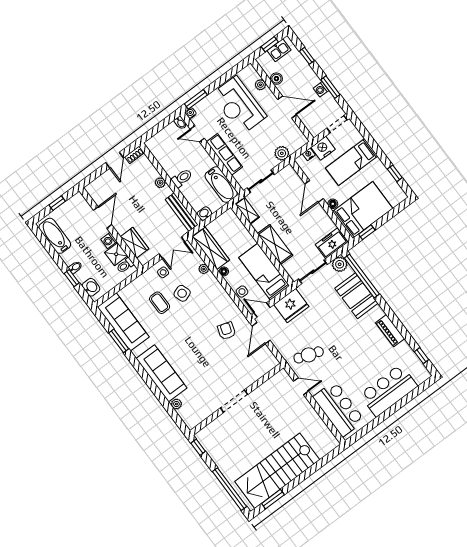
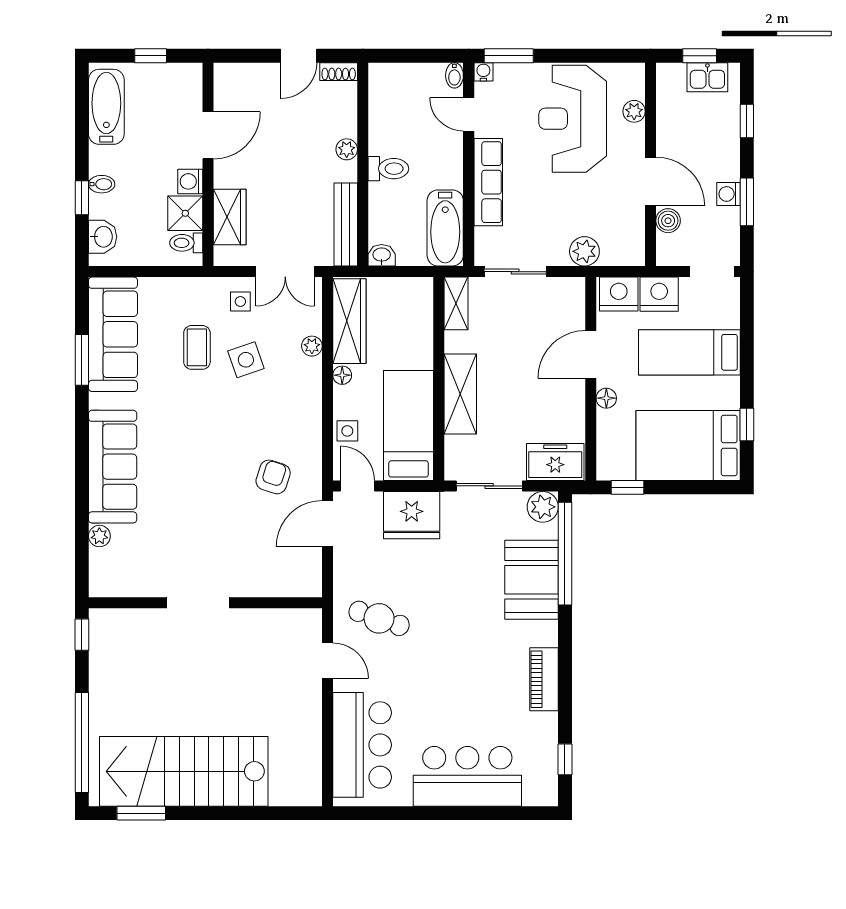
boiler: (276, 79) -> (668, 221), moved
nightstand: (309, 154) -> (619, 294), width x1.89, depth x1.79
bed: (363, 210) -> (688, 445), moved, turned 180

